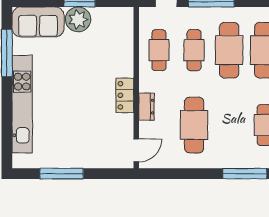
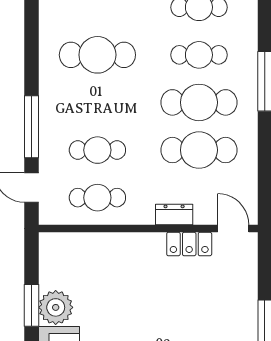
cafe table: (229, 50) -> (199, 102), moved
locker: (125, 95) -> (189, 244), moved

